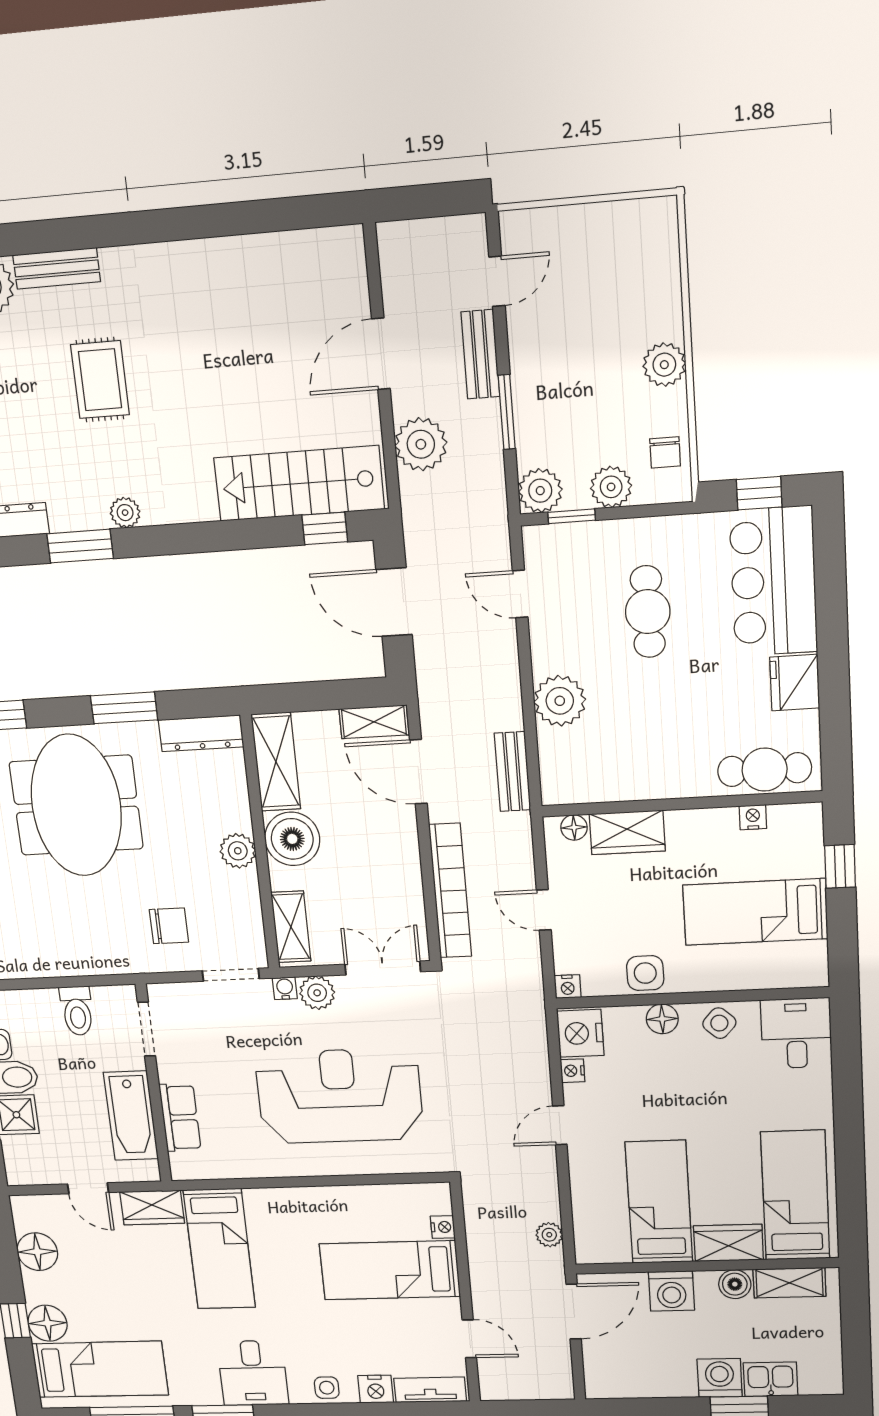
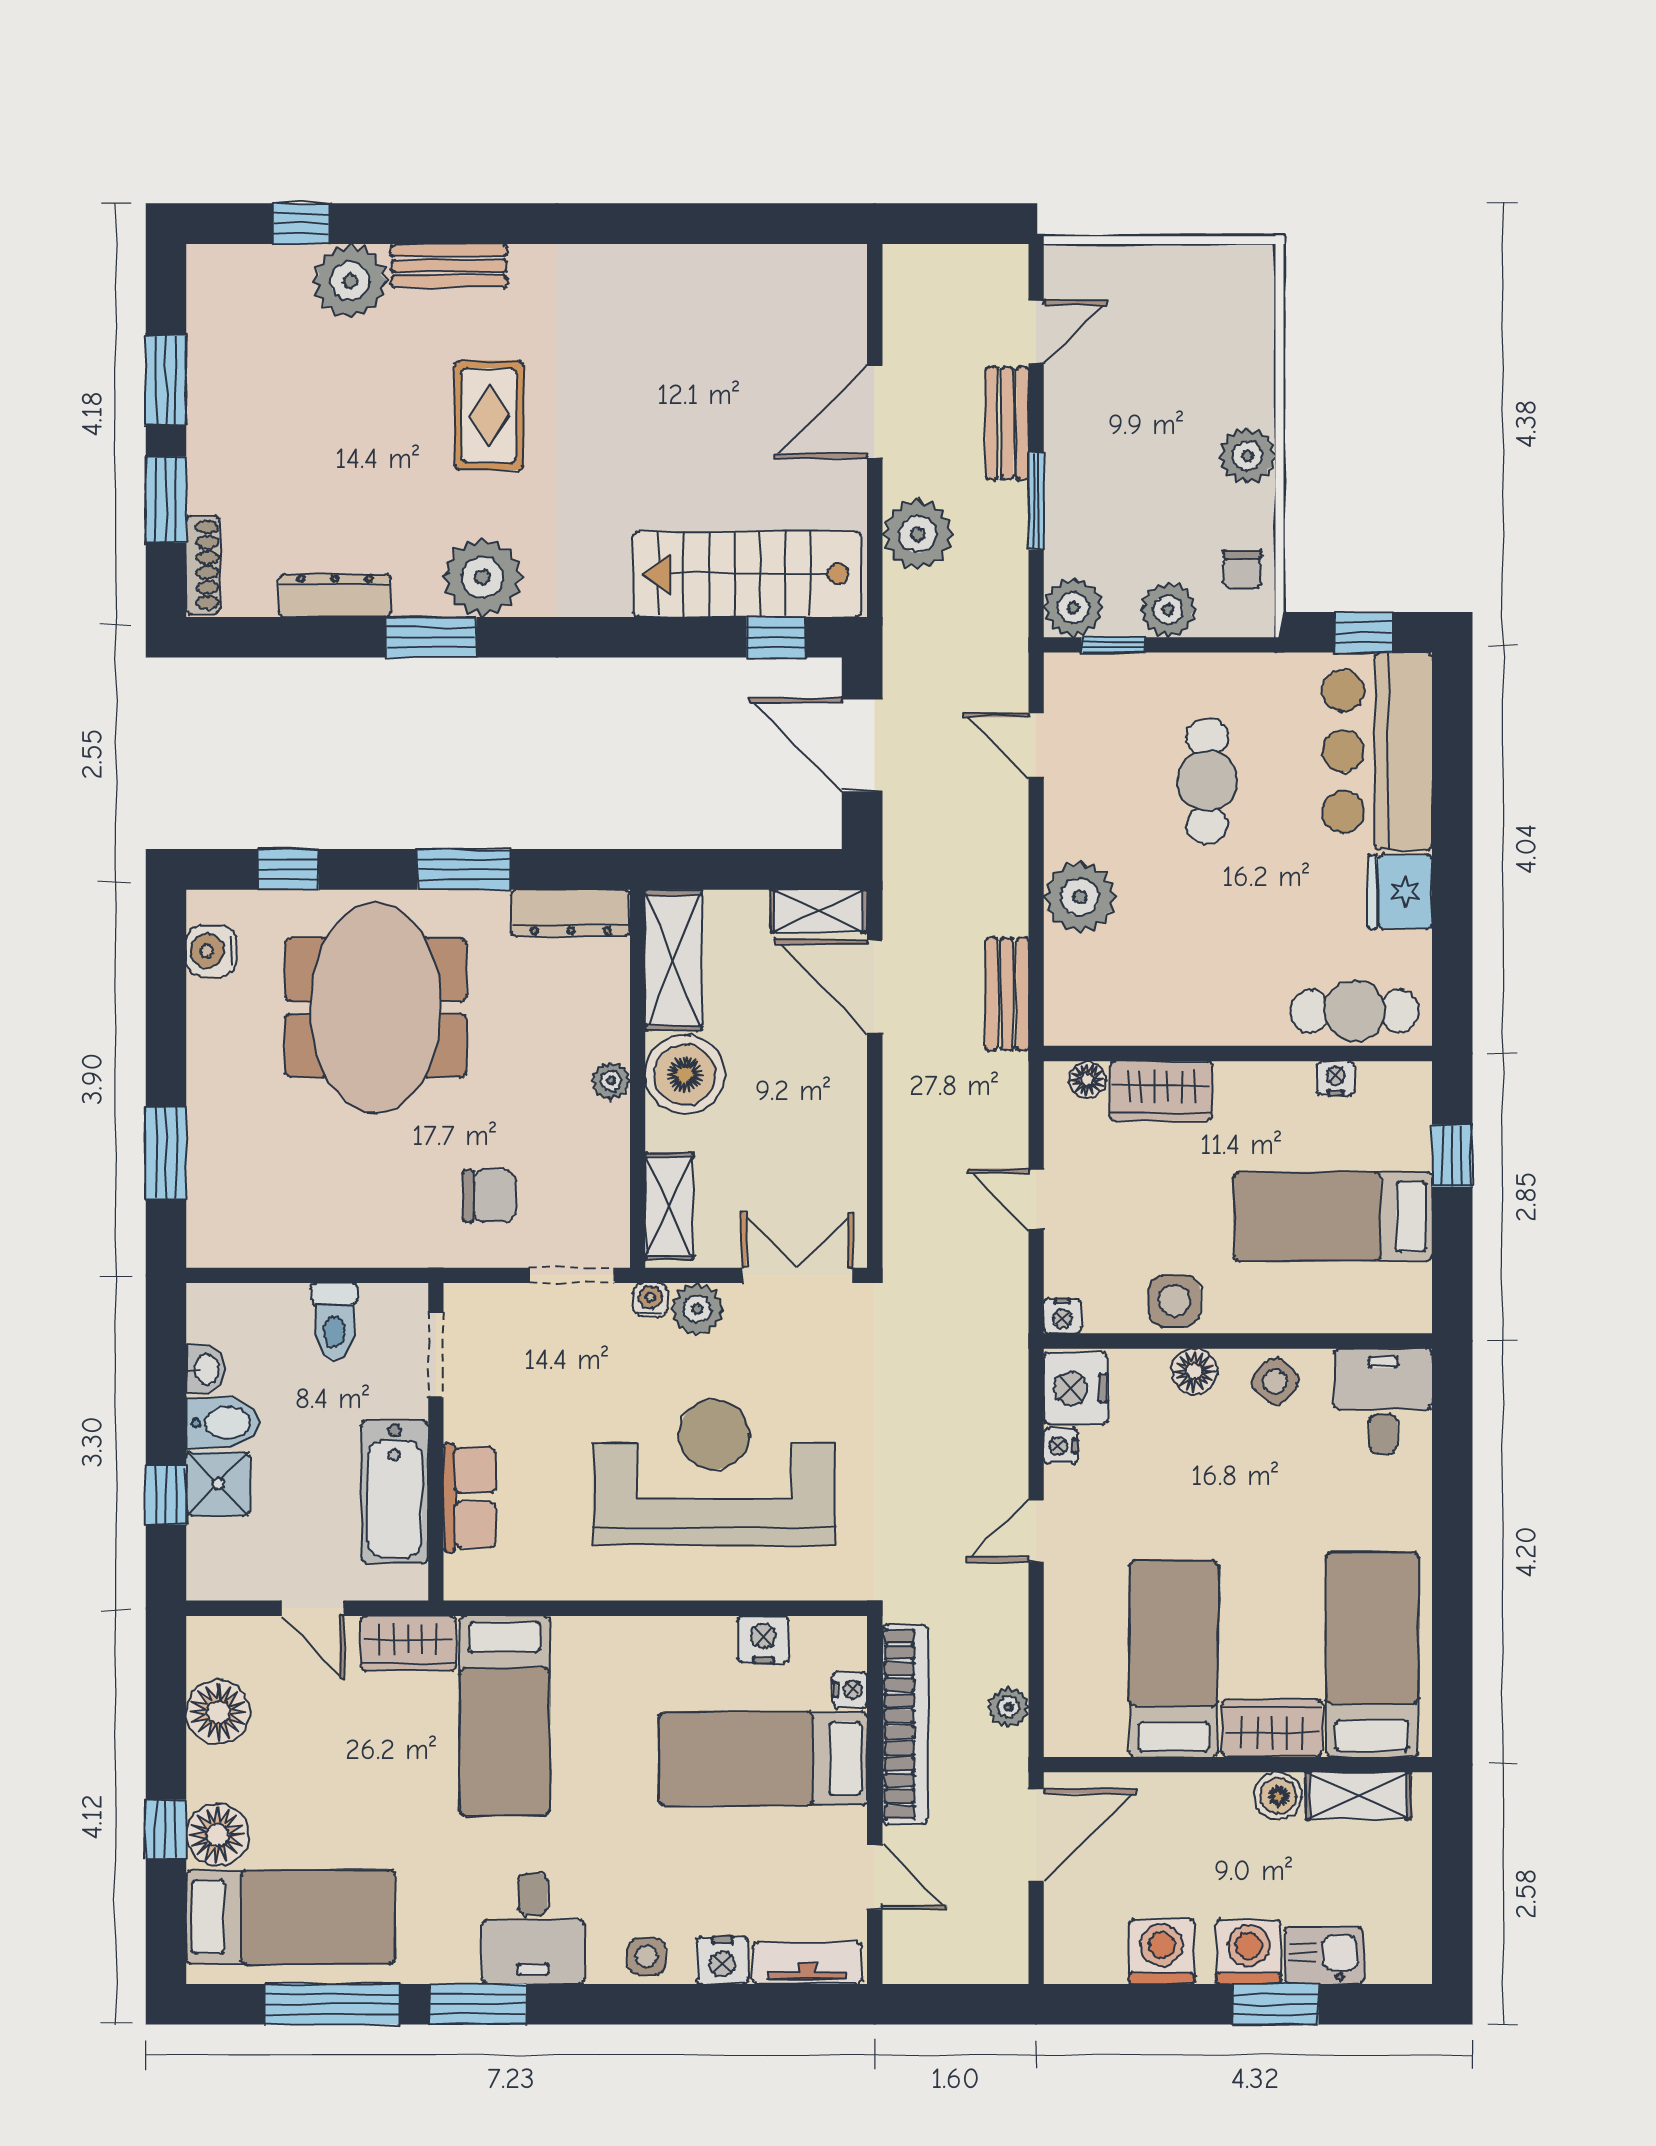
plant: (125, 513) -> (482, 577), width x1.88, depth x1.88
plant: (238, 851) -> (611, 1081), width x0.73, depth x0.73
bookcase: (450, 891) -> (905, 1724), moved
nightstand: (383, 1198) -> (763, 1640), added
washing machine: (671, 1291) -> (1162, 1951), moved, turned 180

